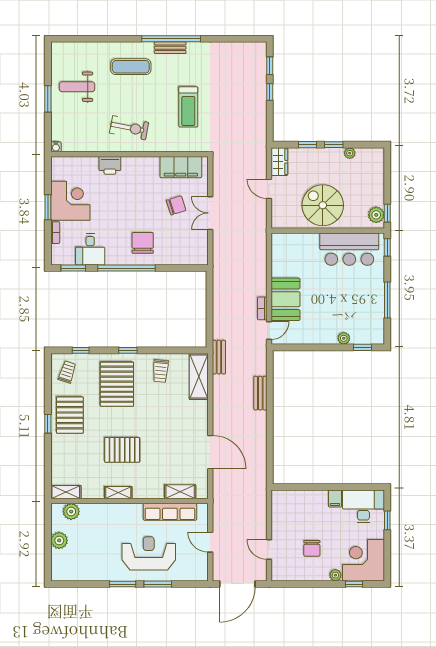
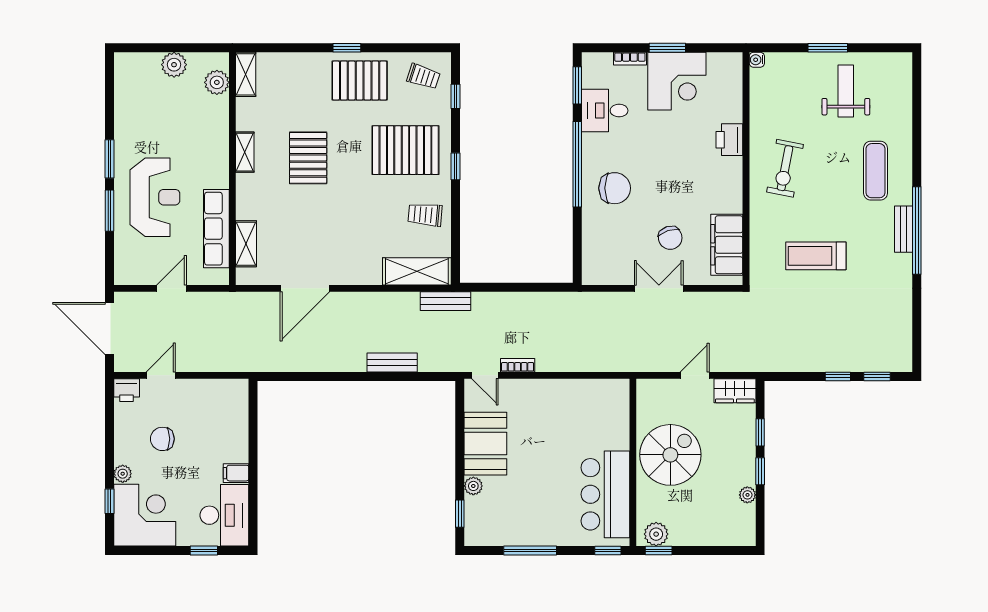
booth: (285, 299) -> (485, 444), moved, turned 90
printer: (279, 572) -> (127, 390), added

